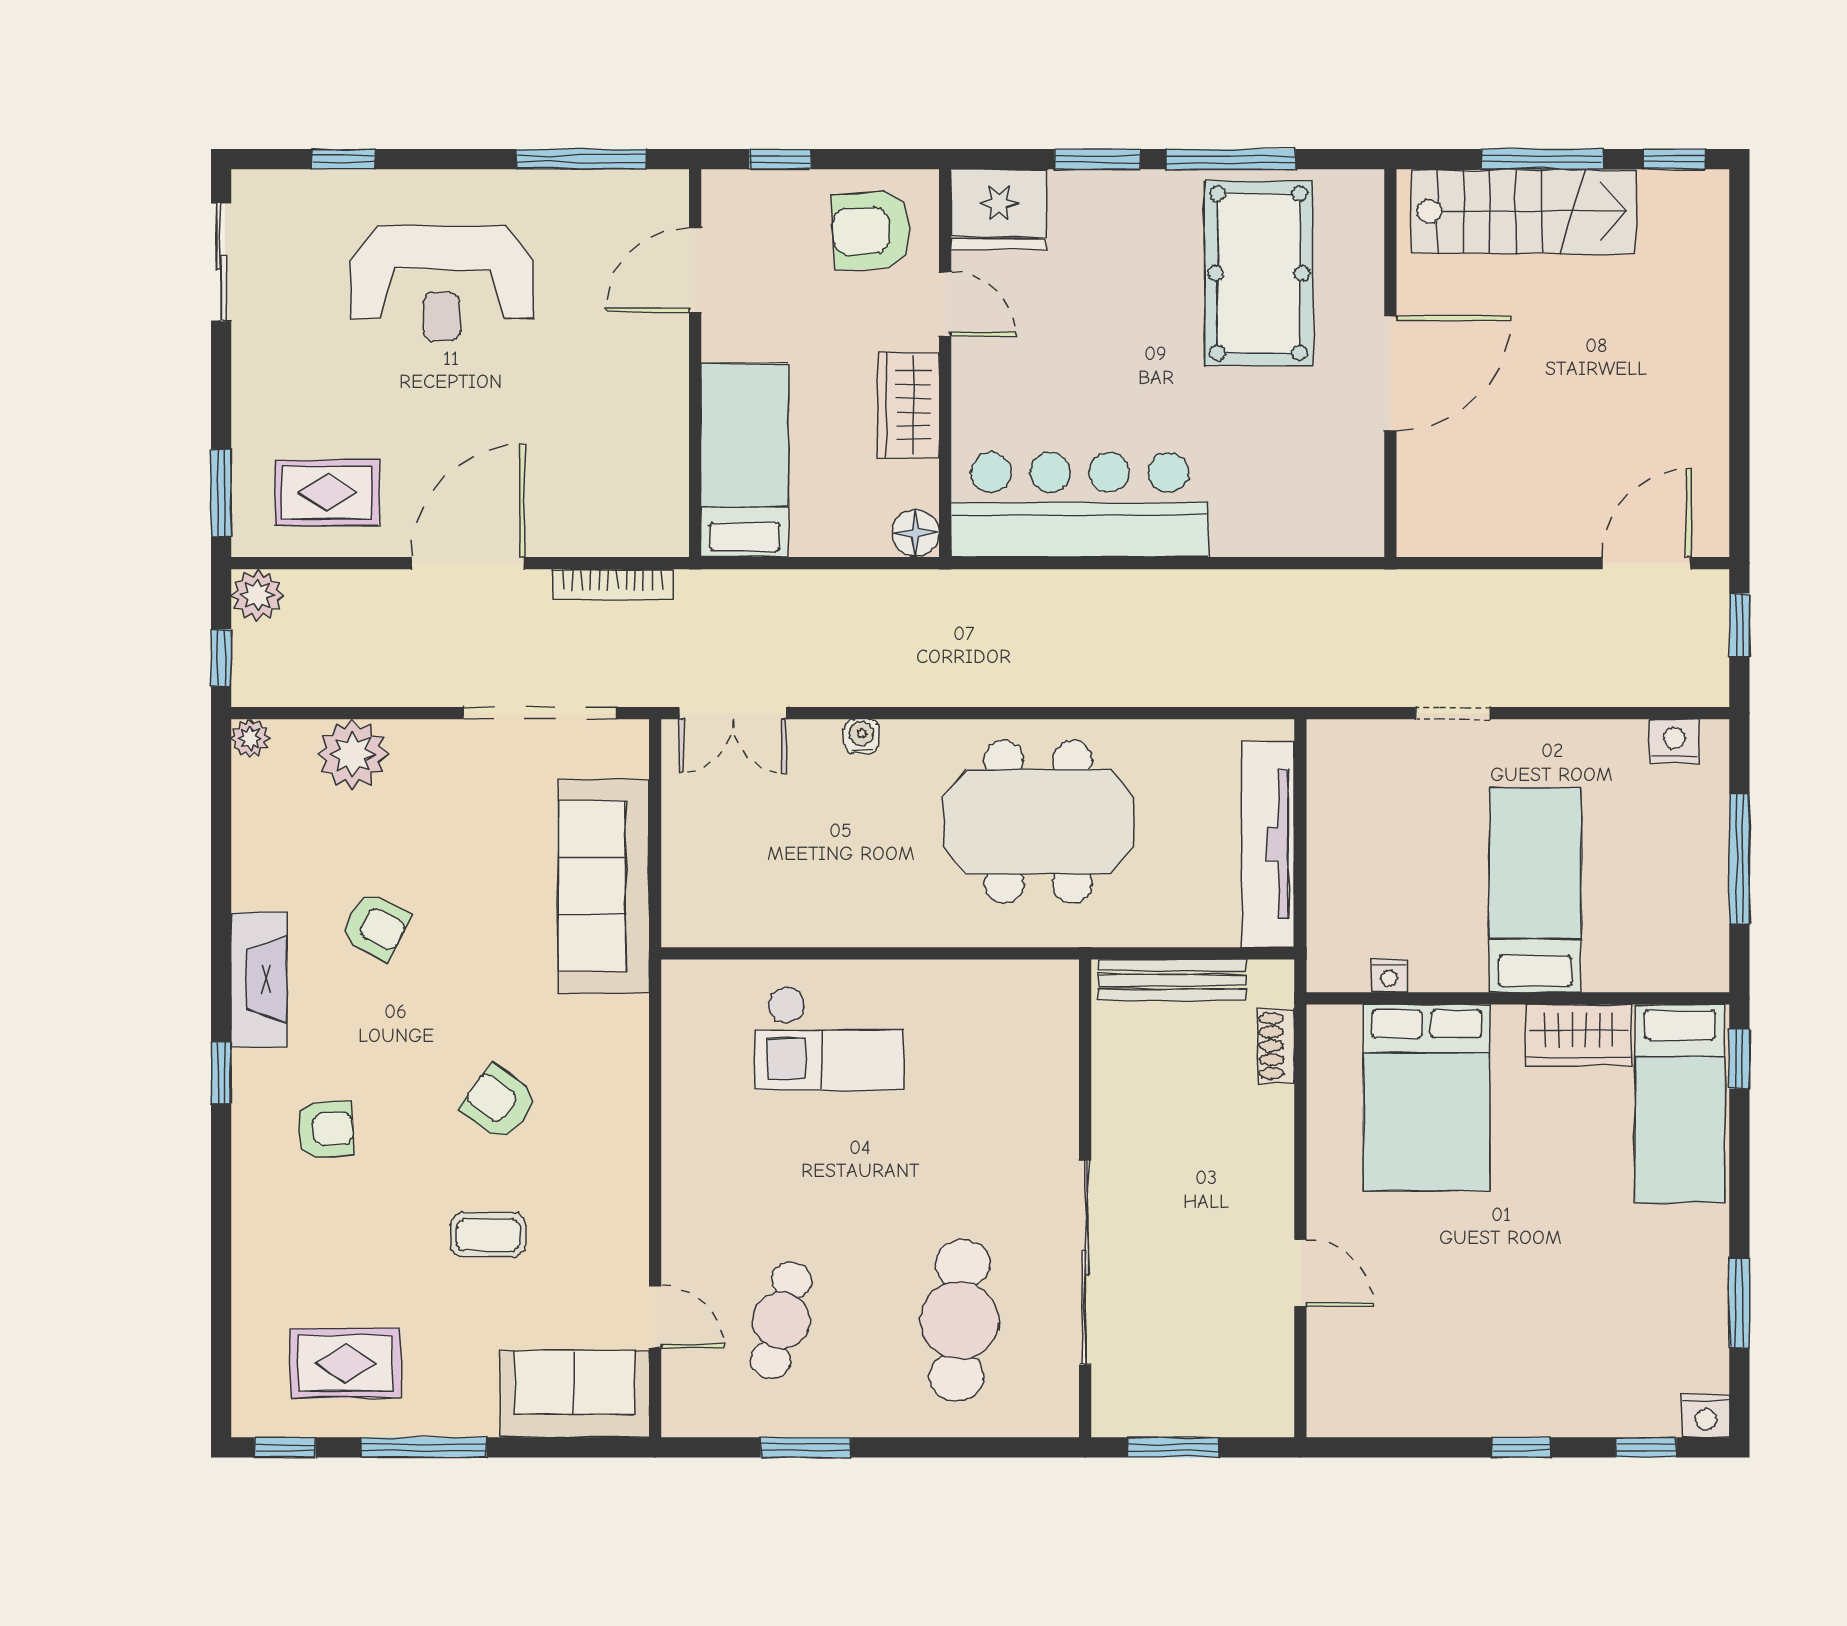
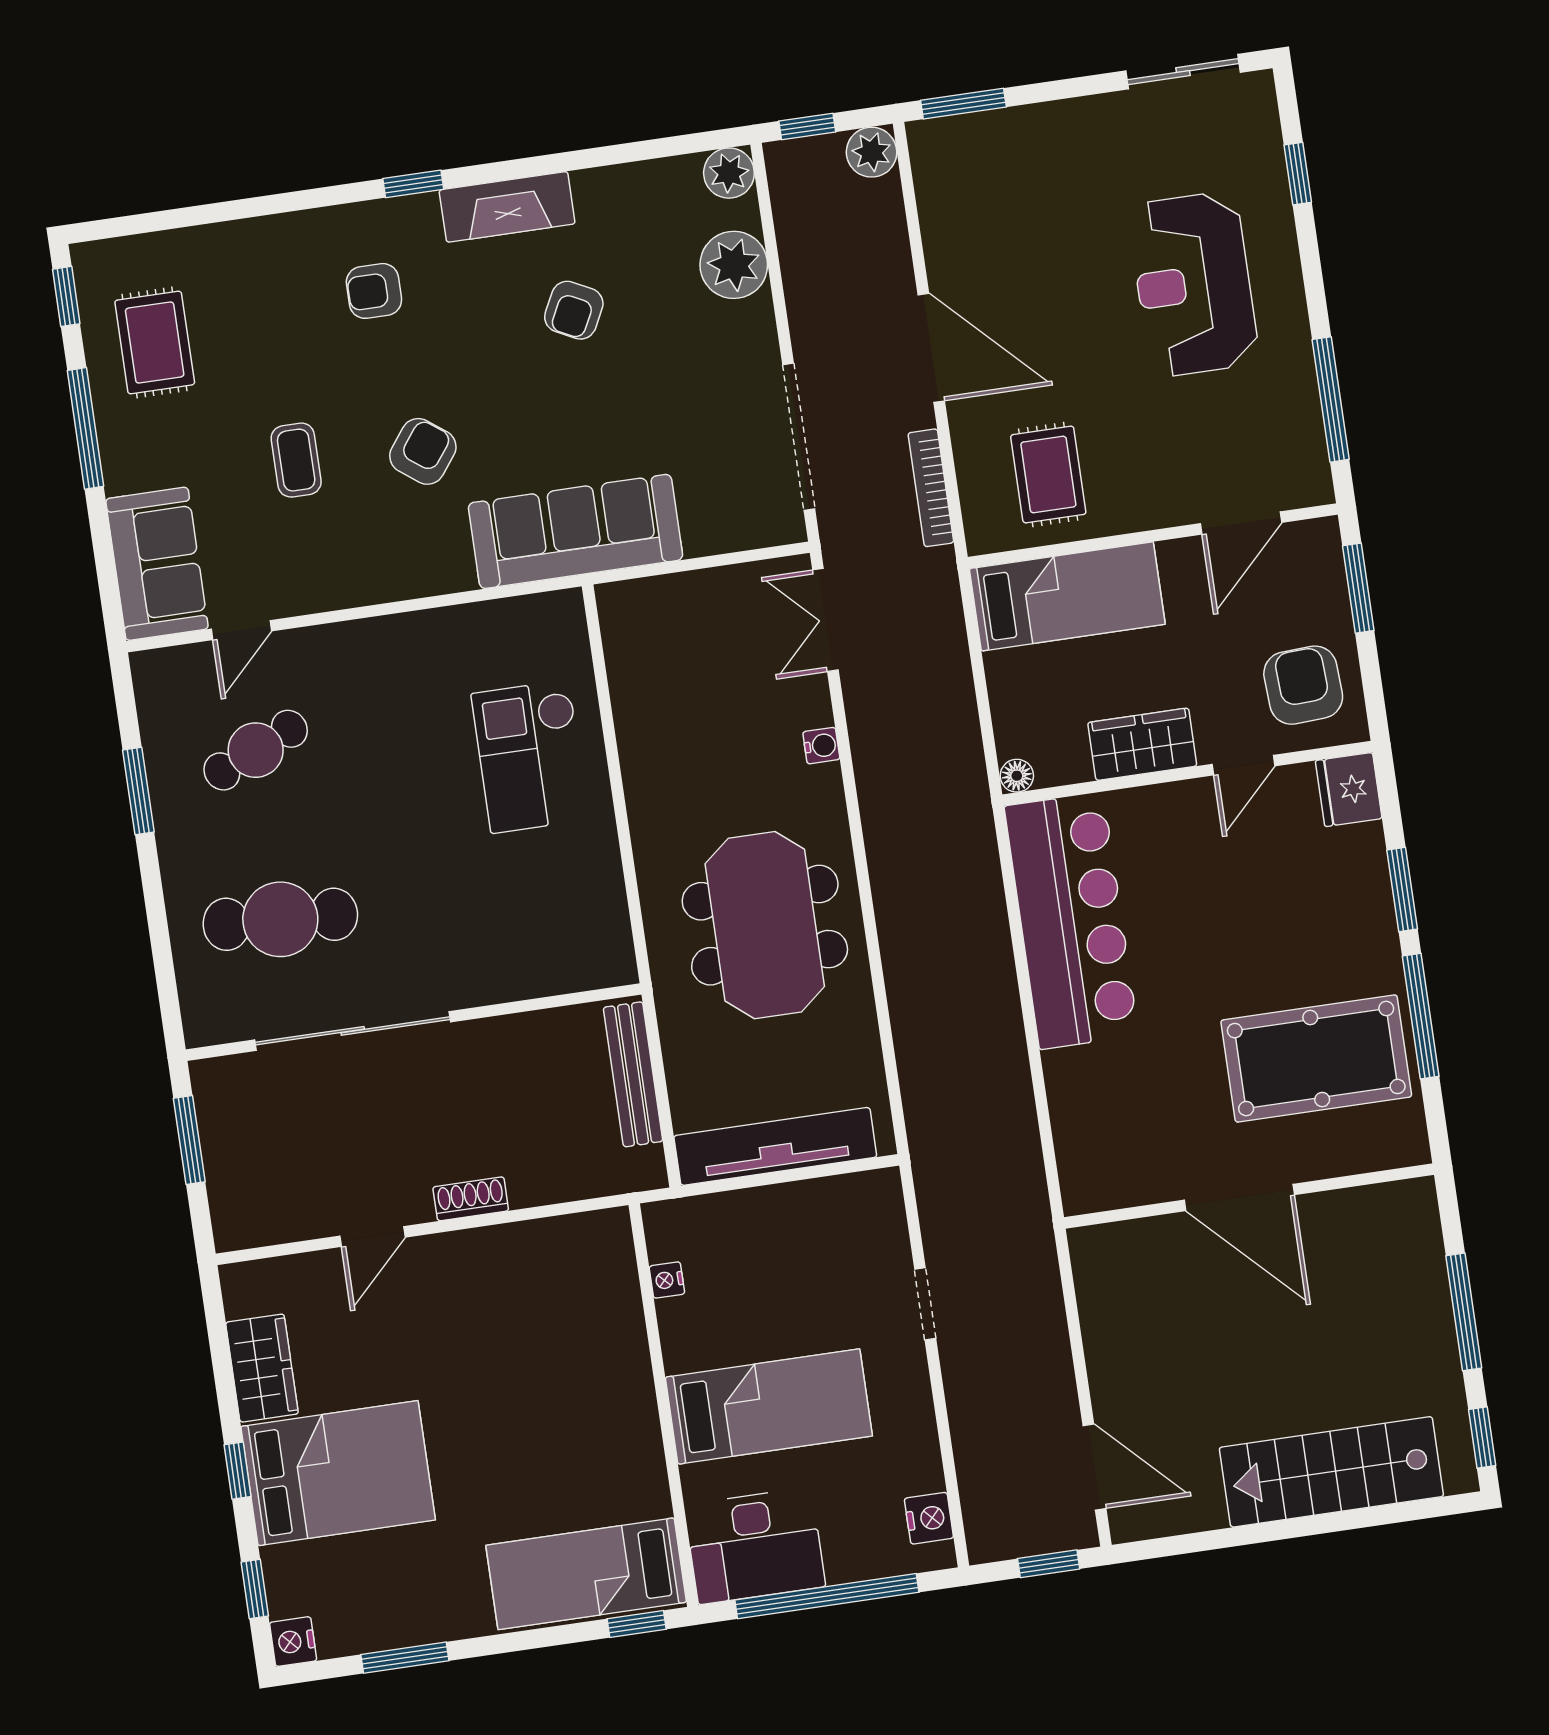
window: (780, 159) -> (1358, 588), width x1.50
fridge: (999, 209) -> (1349, 790), width x0.73, depth x0.75
stairs: (1523, 211) -> (1331, 1472), moved, turned 90
door: (695, 270) -> (1241, 523), swing flipped
rug: (327, 493) -> (1048, 475), moved
floor lamp: (916, 533) -> (1017, 776), width x0.73, depth x0.73
plant: (250, 738) -> (729, 173), width x1.38, depth x1.38
window: (1739, 859) -> (827, 1596), width x1.46
sofa: (604, 886) -> (576, 531), moved
desk: (1677, 925) -> (755, 1546), added
wardrobe: (1579, 1035) -> (262, 1368), moved, turned 180
shoe rack: (1276, 1046) -> (471, 1199), moved
bed: (1427, 1098) -> (338, 1473), moved, turned 180
armchair: (326, 1129) -> (374, 291), turned 93
cafe table: (781, 1320) -> (256, 750), turned -39

